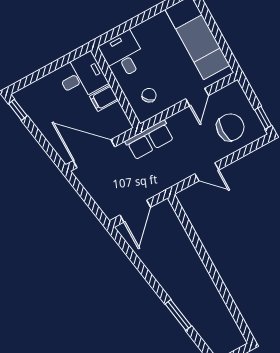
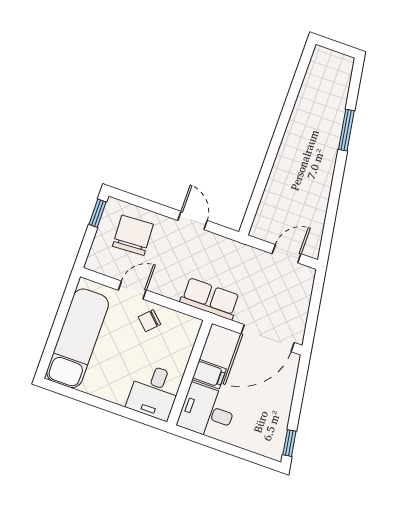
chair: (149, 95) -> (149, 321), moved
chair: (230, 127) -> (133, 235), turned 87
door: (94, 154) -> (268, 338), hinge flipped
door: (135, 211) -> (287, 254), width x0.73

